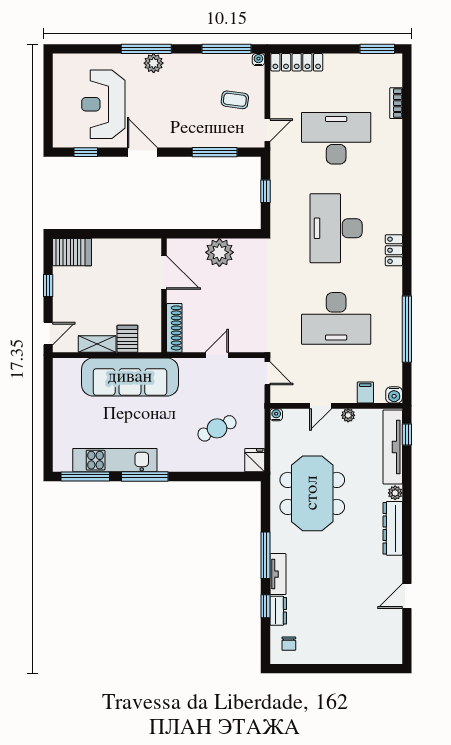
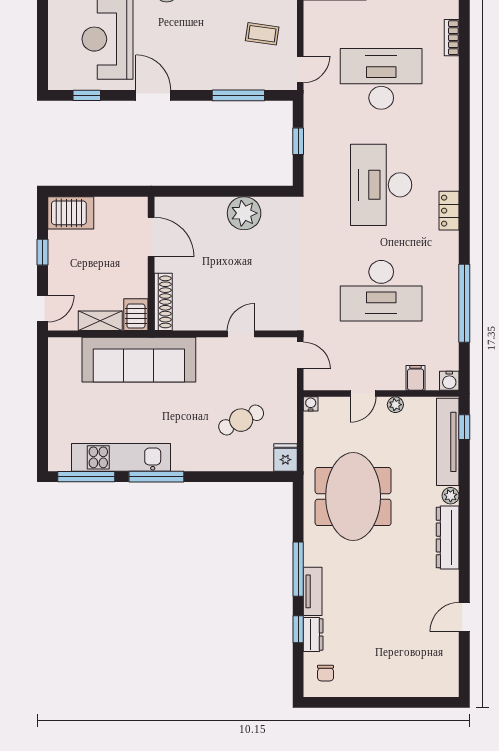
door: (164, 273) -> (151, 237), moved
wall: (164, 295) -> (151, 264), moved
shoe rack: (174, 328) -> (163, 302), moved

